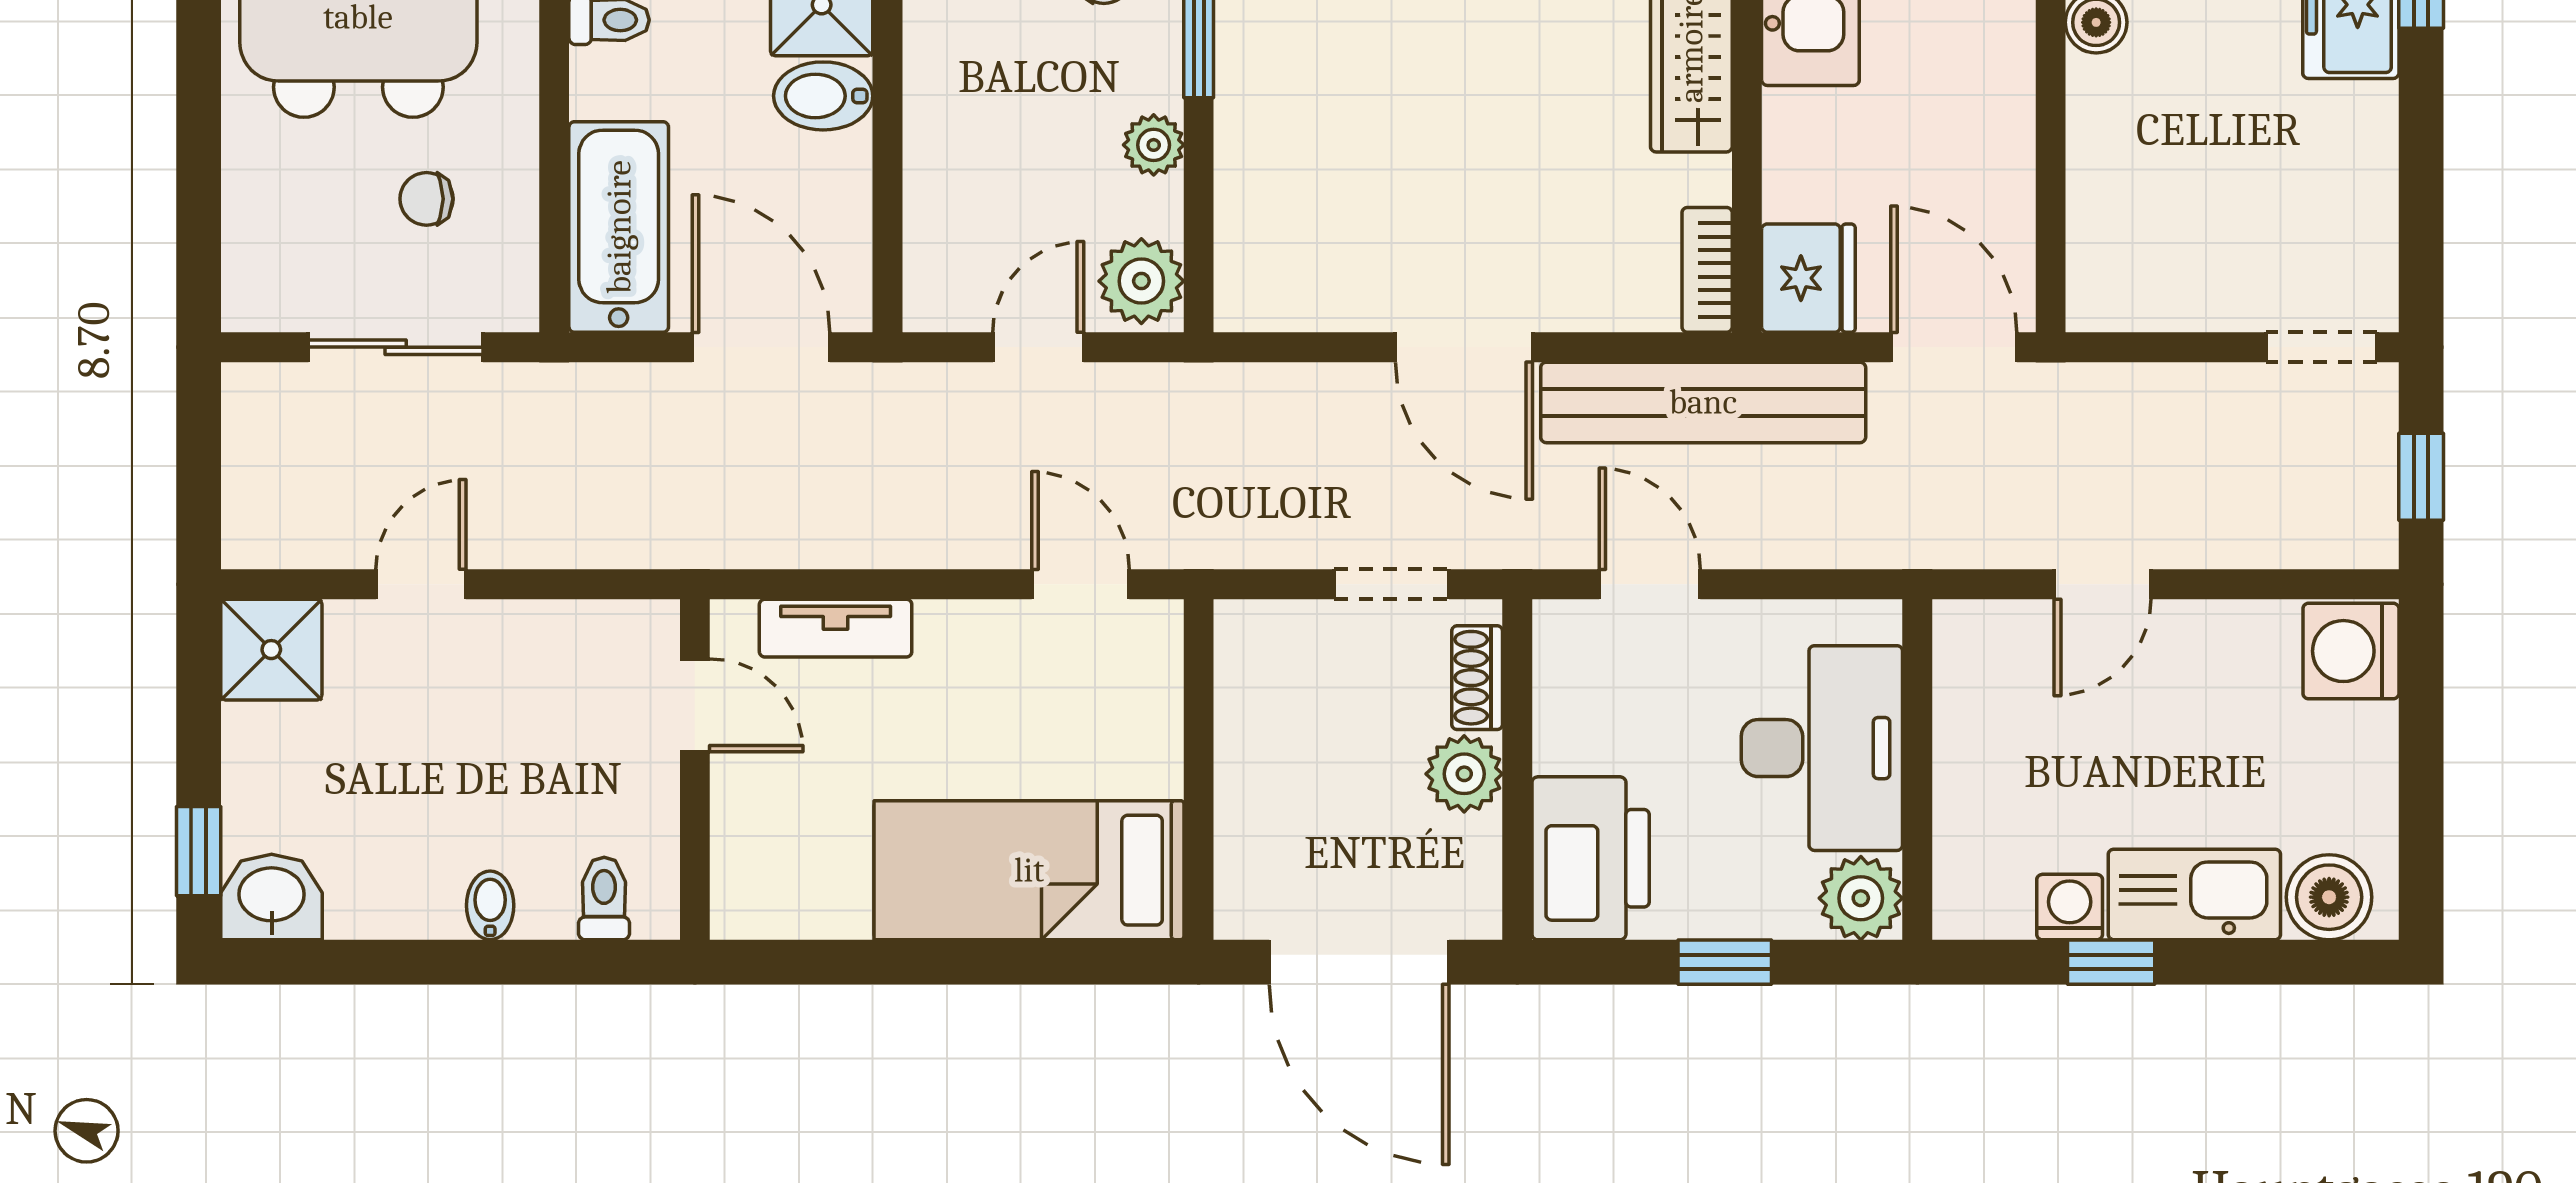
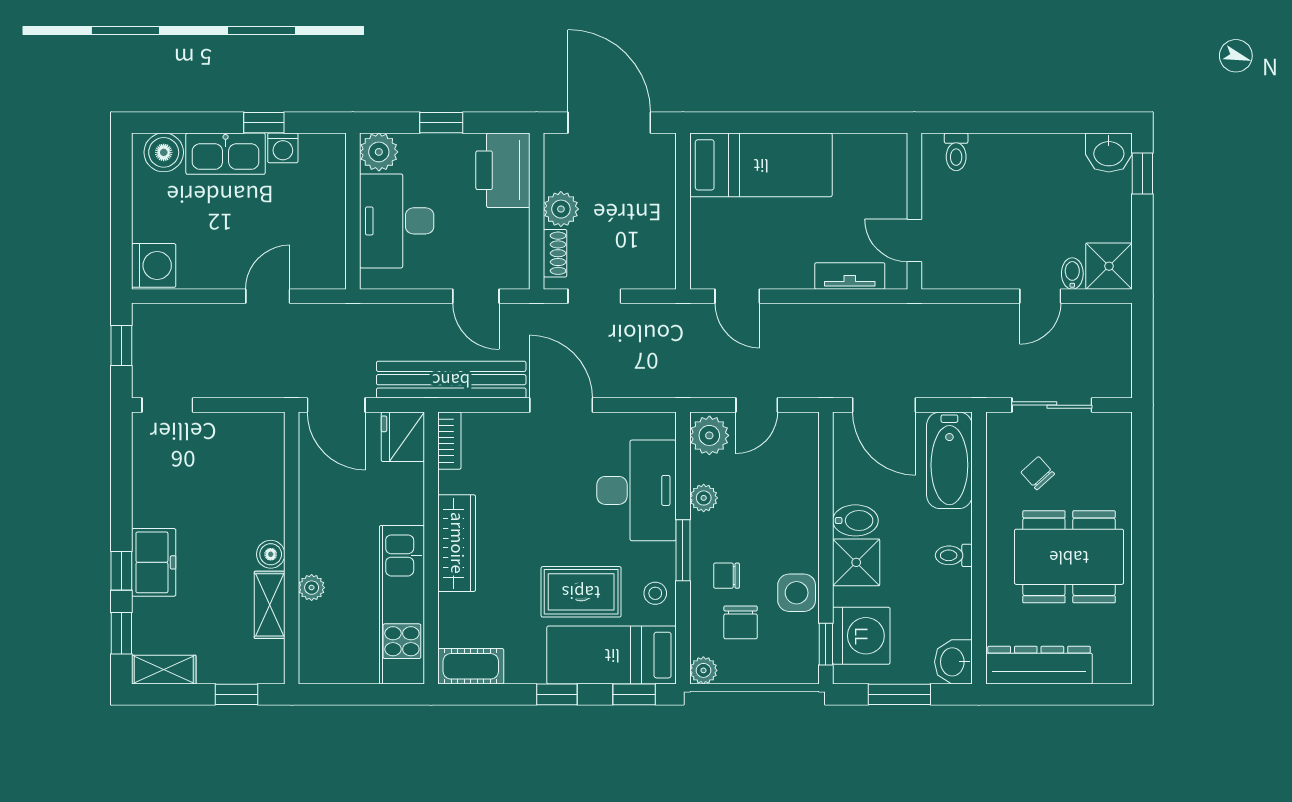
desk: (1300, 161) -> (637, 490), added
chair: (426, 199) -> (1038, 473), turned -132
bidet: (490, 905) -> (1072, 274), moved, turned 180

